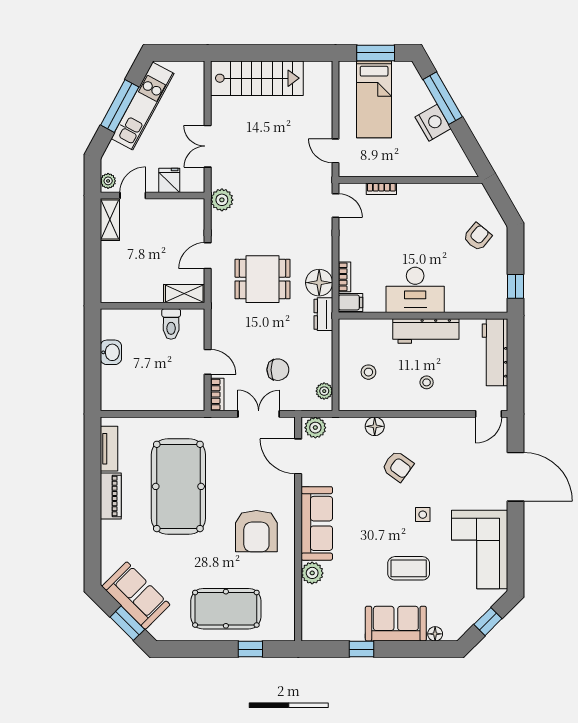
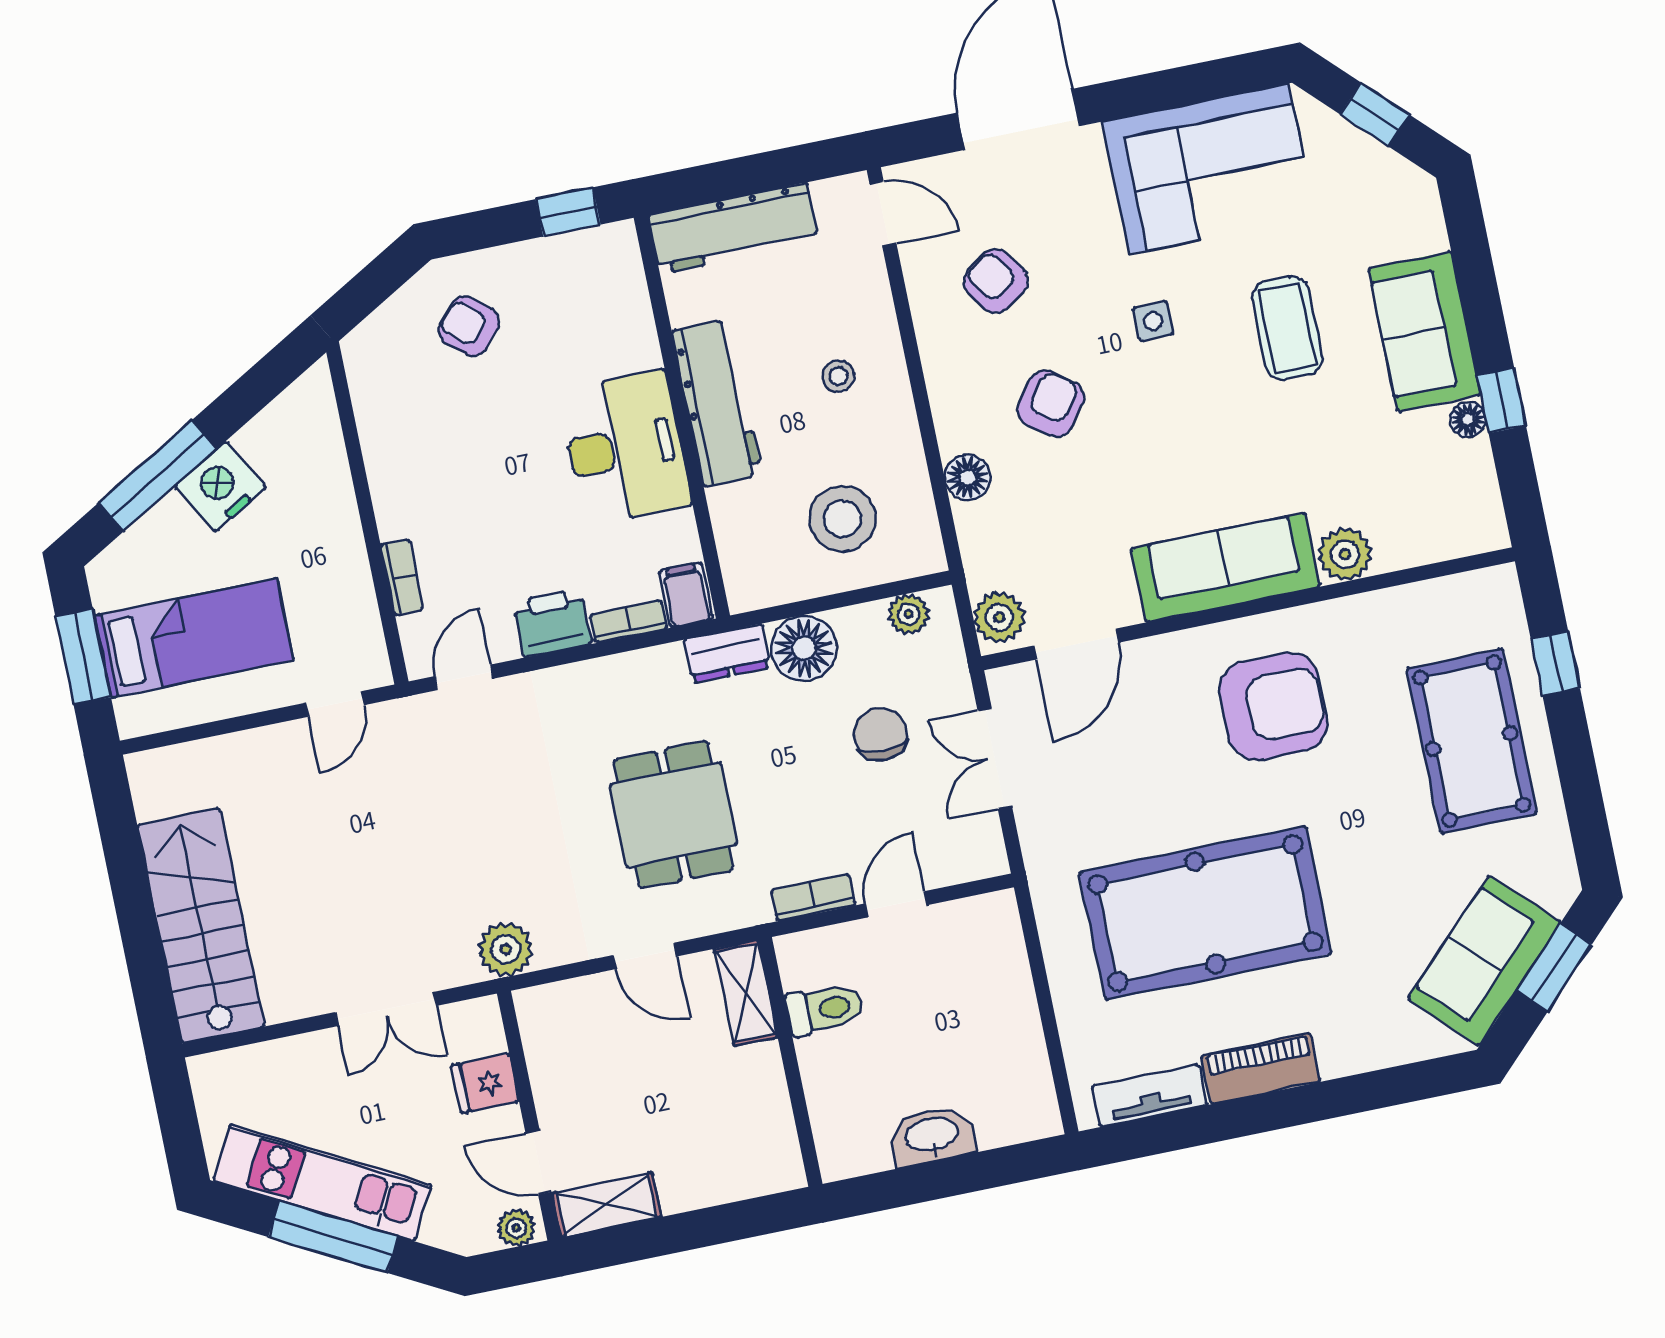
printer: (350, 246) -> (552, 623), added
floor lamp: (319, 283) -> (804, 648), moved
washbasin: (111, 352) -> (932, 1136), width x1.38
stool: (368, 372) -> (842, 519), width x1.89, depth x1.89
bookcase: (217, 395) -> (813, 898), moved
armchair: (452, 454) -> (996, 281), added
floor lamp: (435, 634) -> (1468, 420), moved

